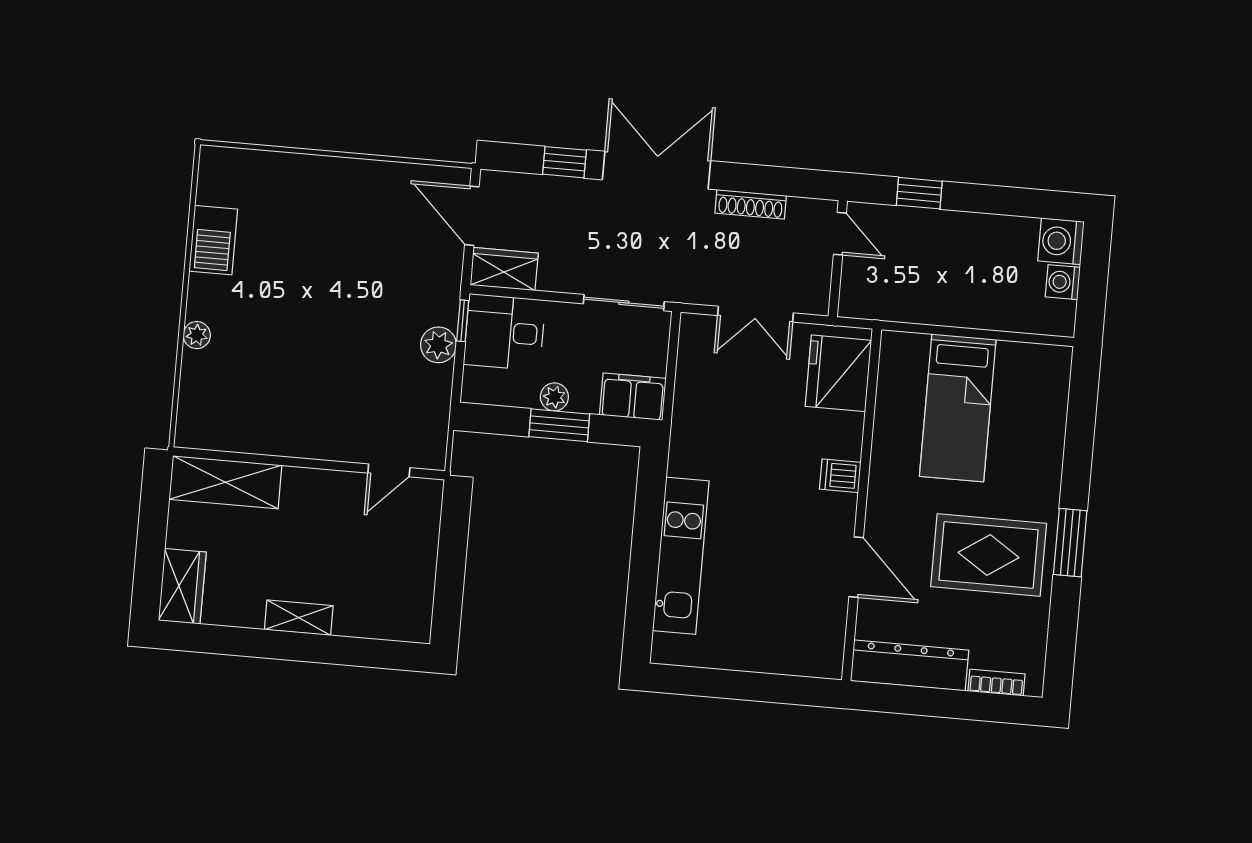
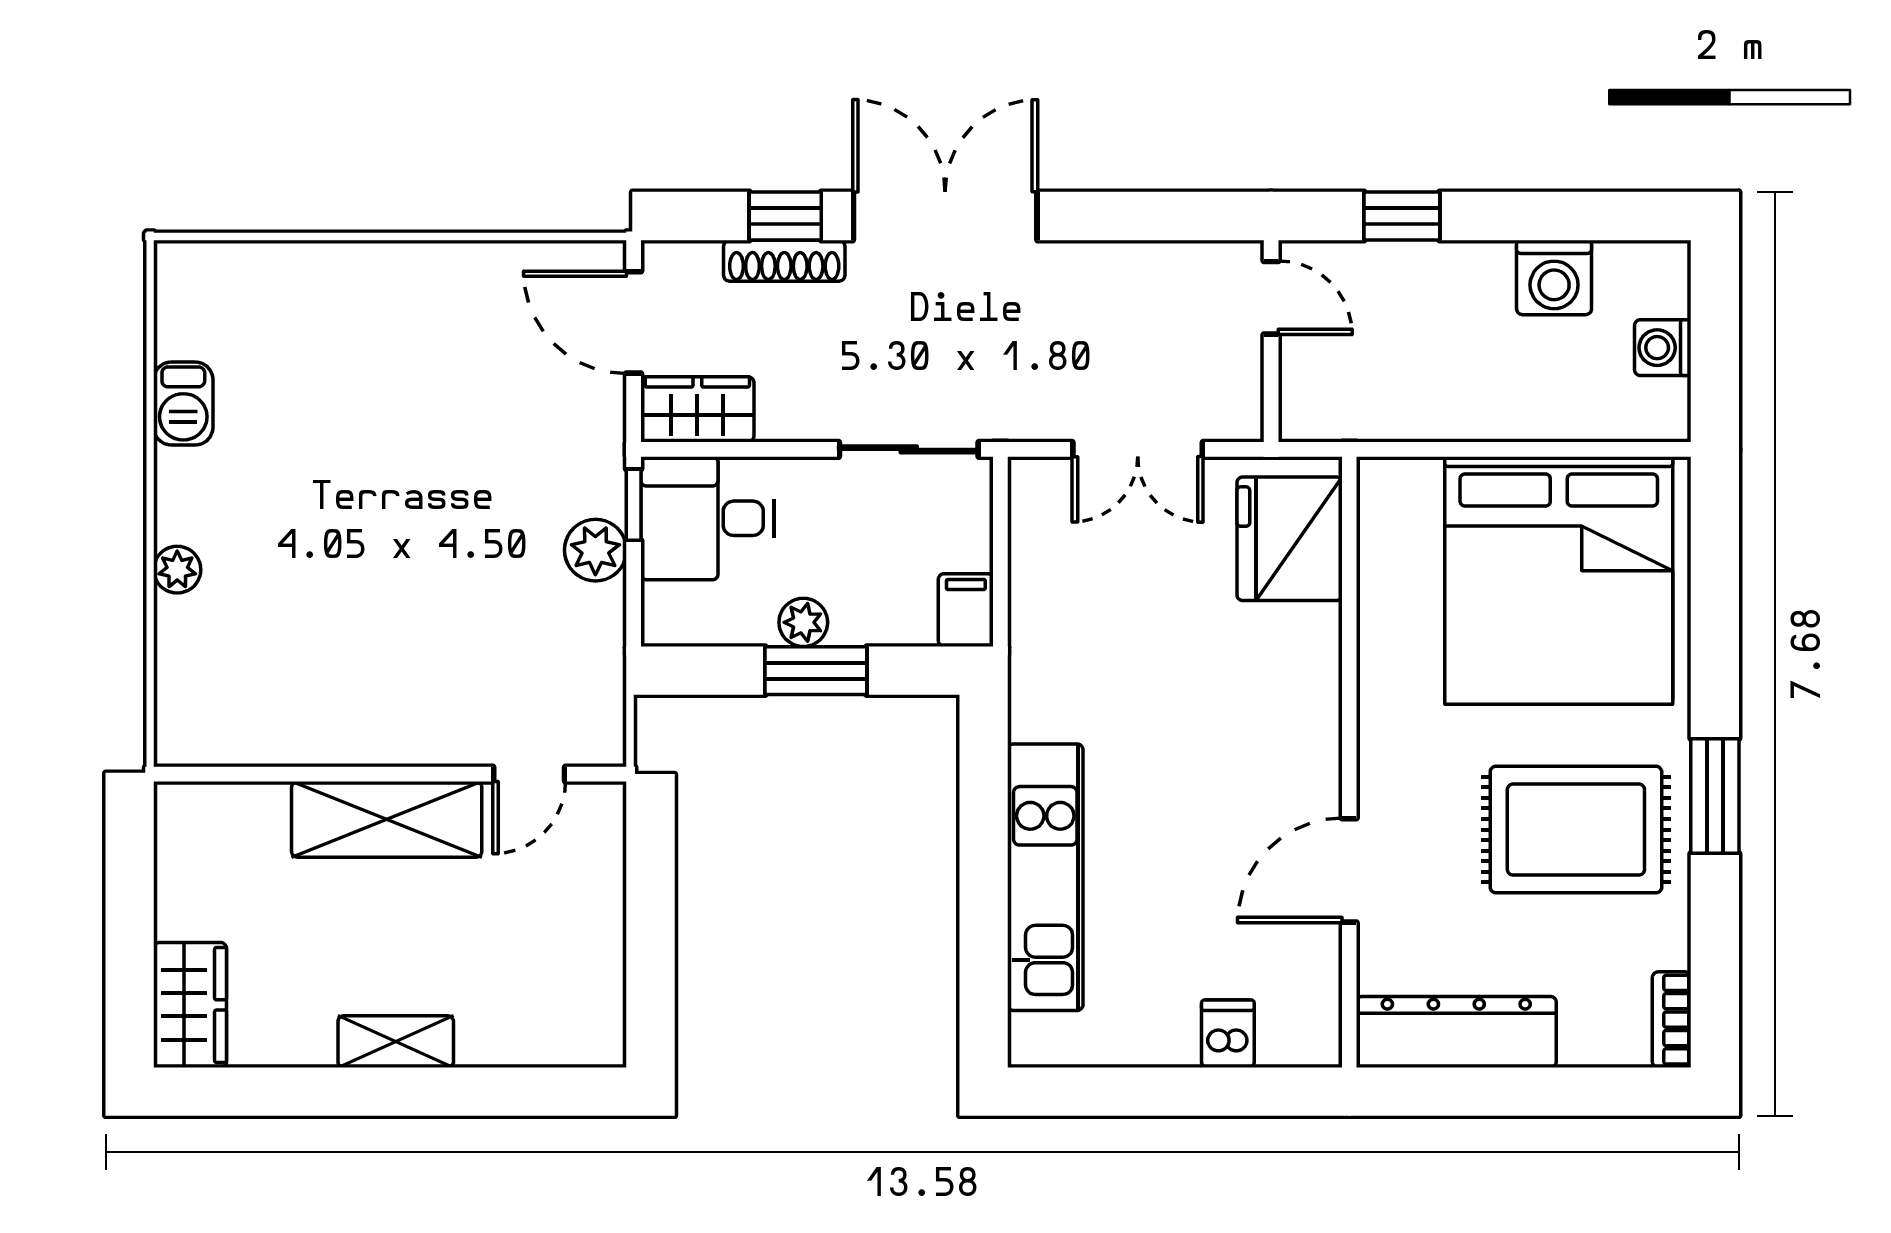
shoe rack: (751, 204) -> (784, 261), moved
barbecue: (213, 240) -> (183, 403), width x0.73, depth x0.79
washing machine: (1061, 241) -> (1554, 277), moved, turned -90
filing cabinet: (633, 397) -> (966, 610), width x0.50
bed: (958, 408) -> (1559, 580), width x2.04
dishwasher: (840, 476) -> (1228, 1034), moved, turned 90
shelving: (225, 482) -> (387, 819), moved
door: (856, 567) -> (1349, 870), swing flipped
bookcase: (997, 683) -> (1672, 1020), moved, turned -90

